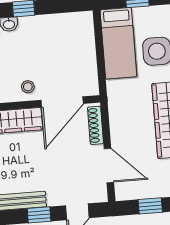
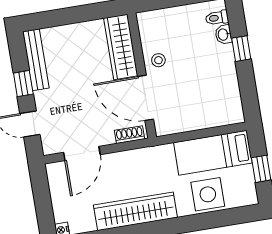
shoe rack: (96, 125) -> (129, 135), width x0.70
window: (150, 206) -> (43, 201), removed

